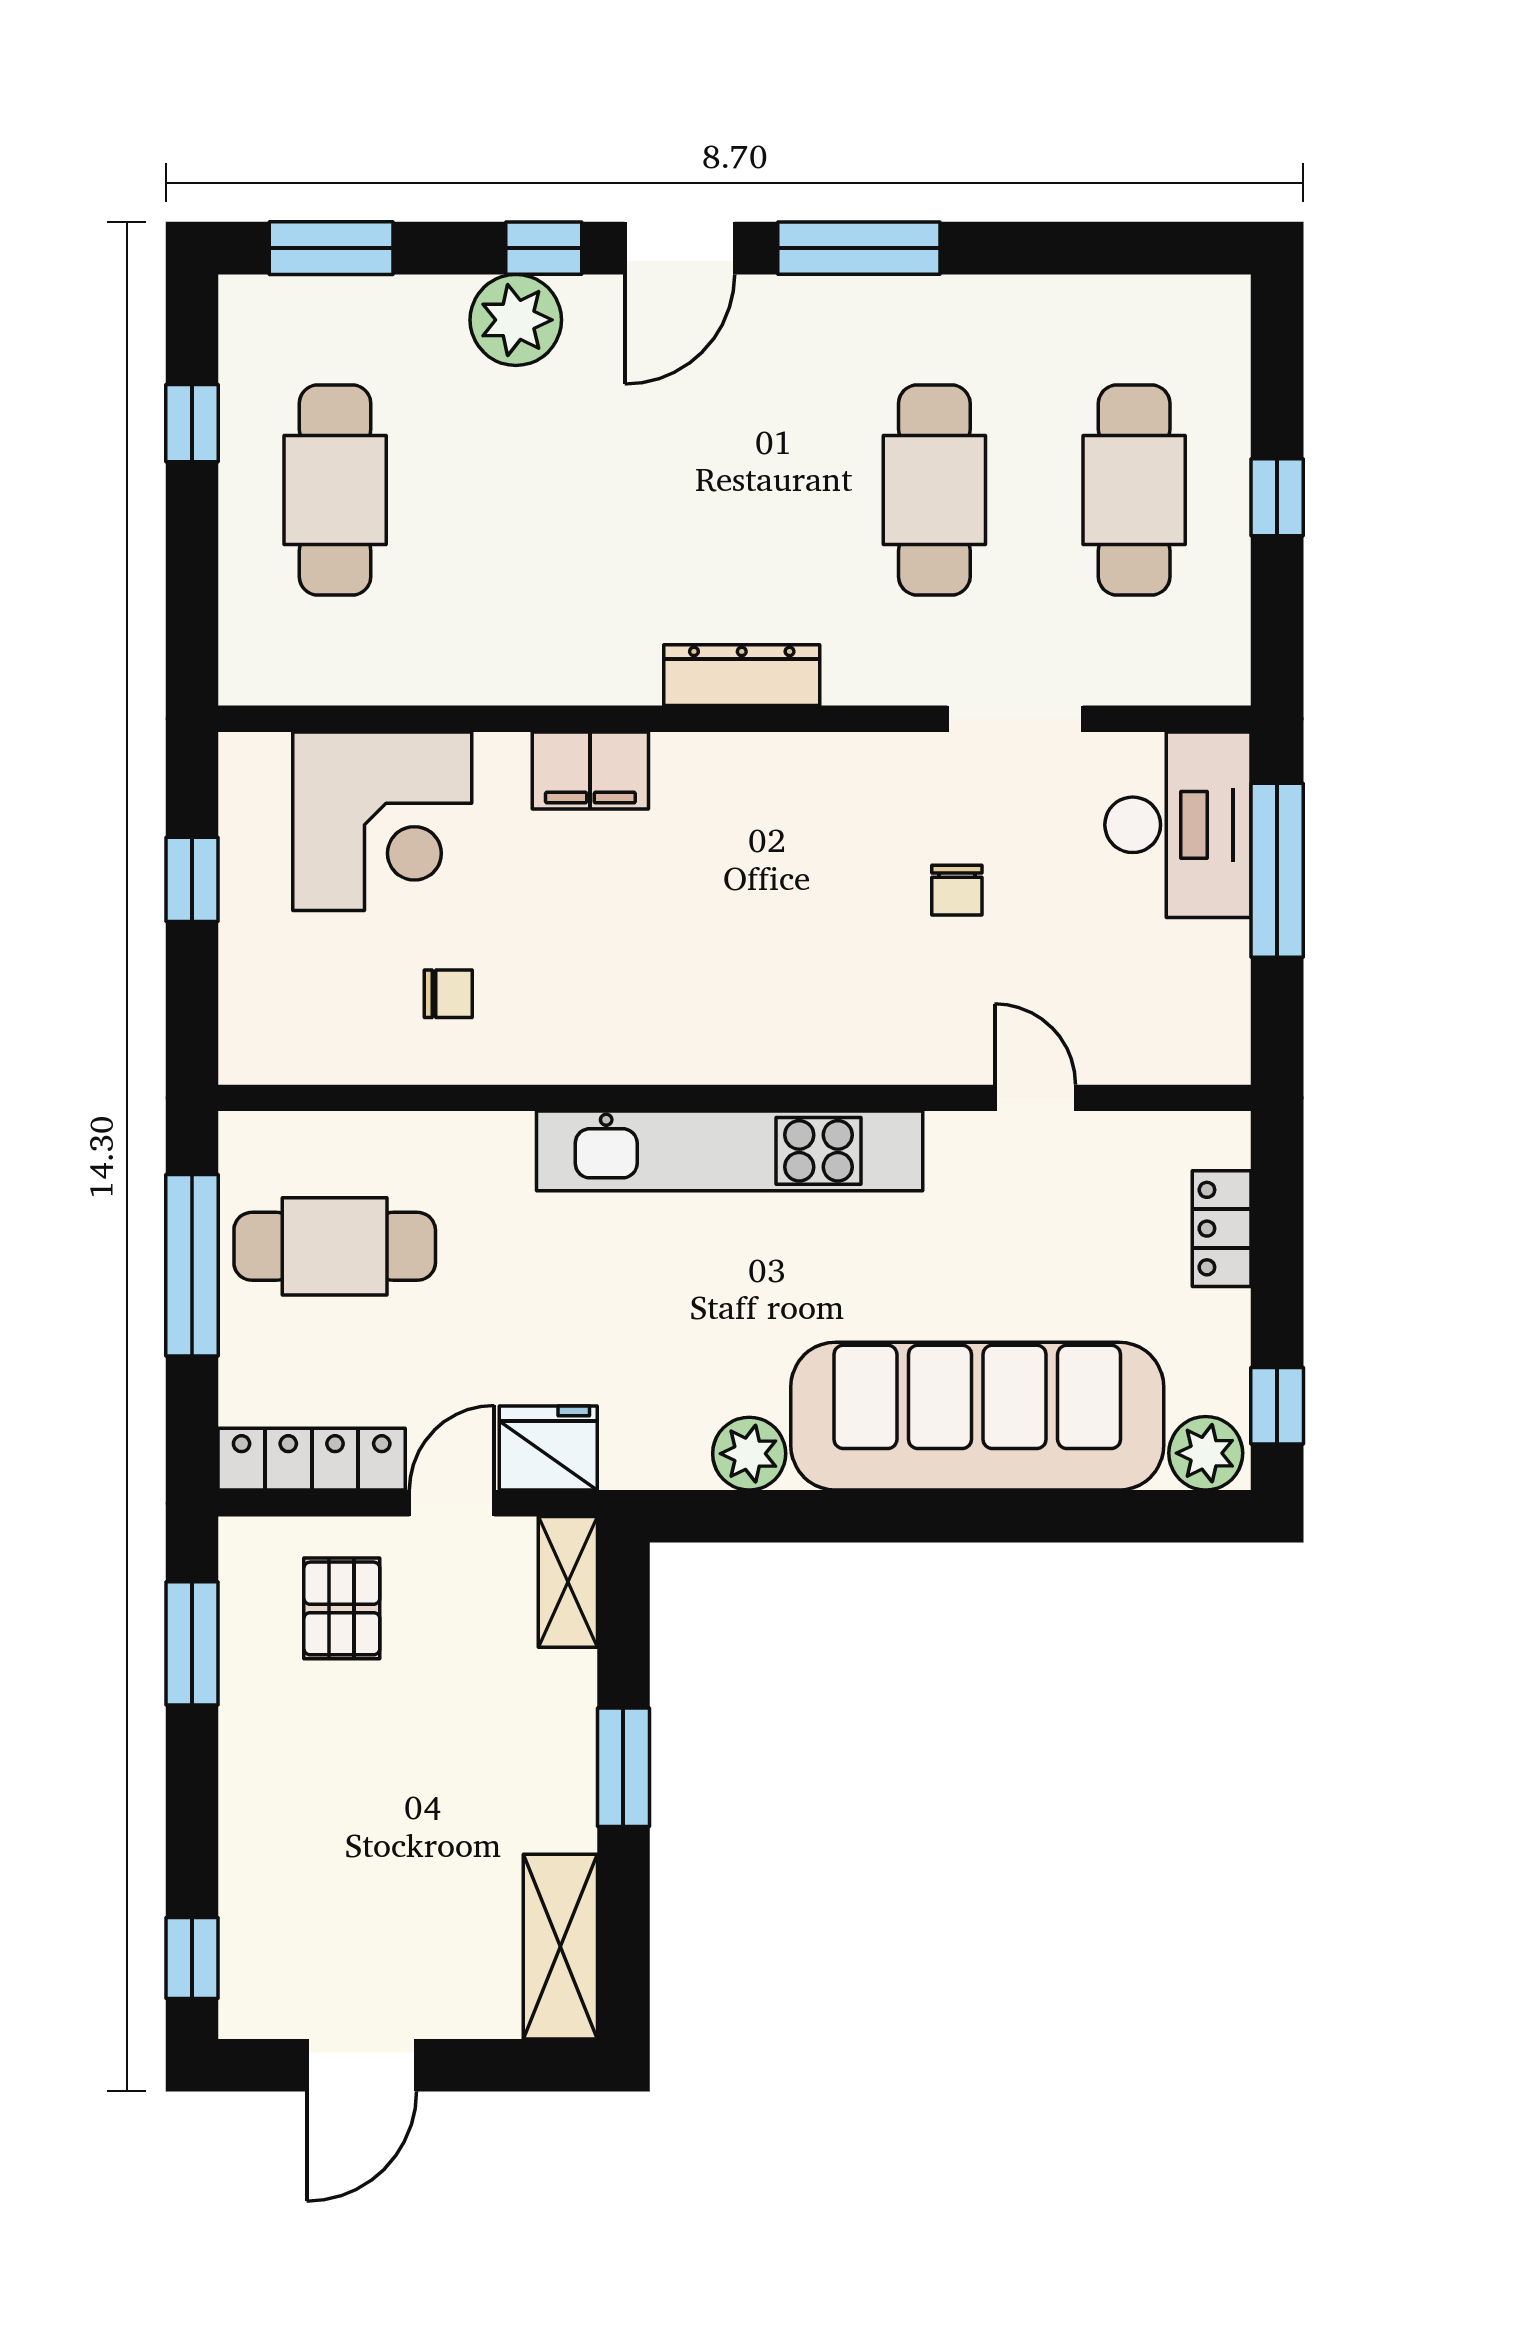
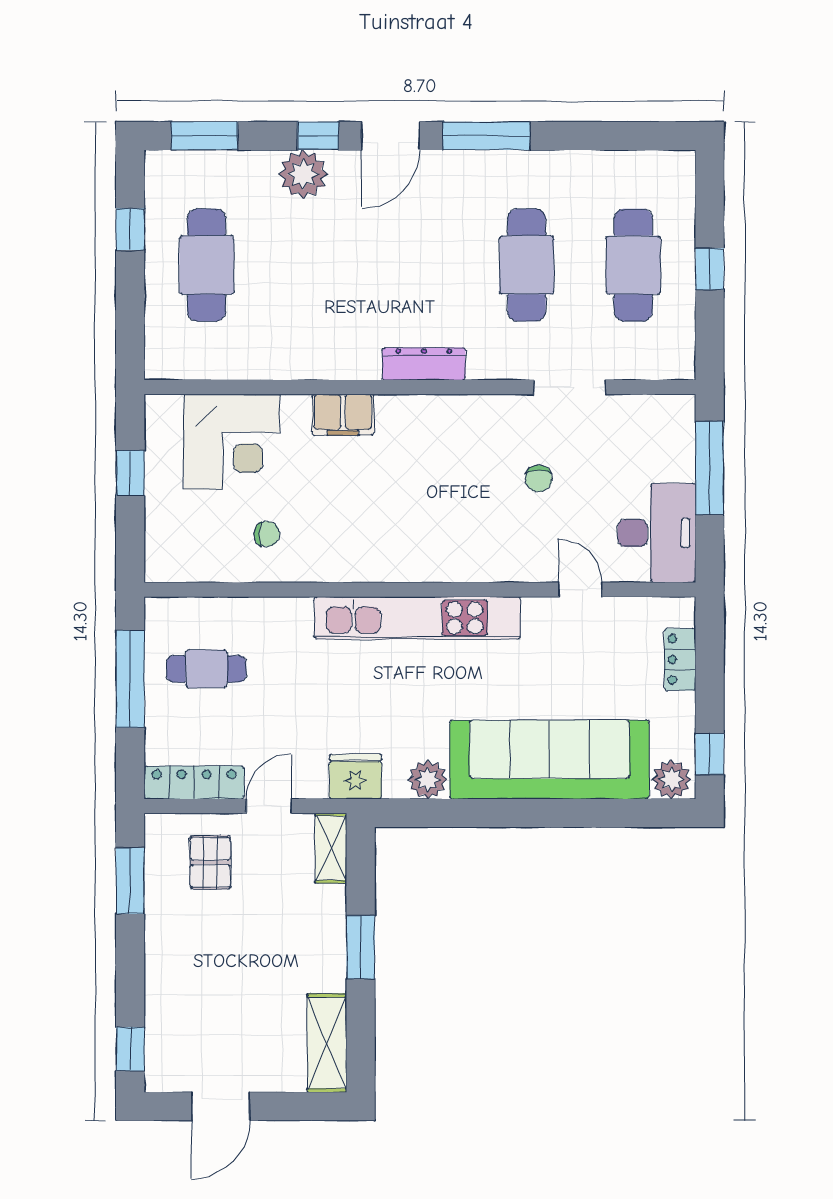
desk: (1178, 825) -> (657, 533), moved
cafe table: (335, 1246) -> (206, 669), width x0.73, depth x0.74
fridge: (548, 1448) -> (355, 777), moved

